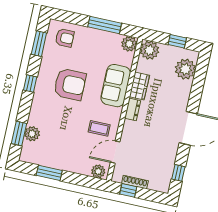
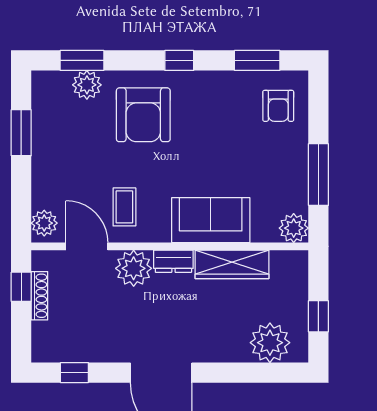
plant: (149, 50) -> (134, 268), moved
armchair: (70, 84) -> (143, 115), moved
wardrobe: (139, 86) -> (232, 264), width x1.50

